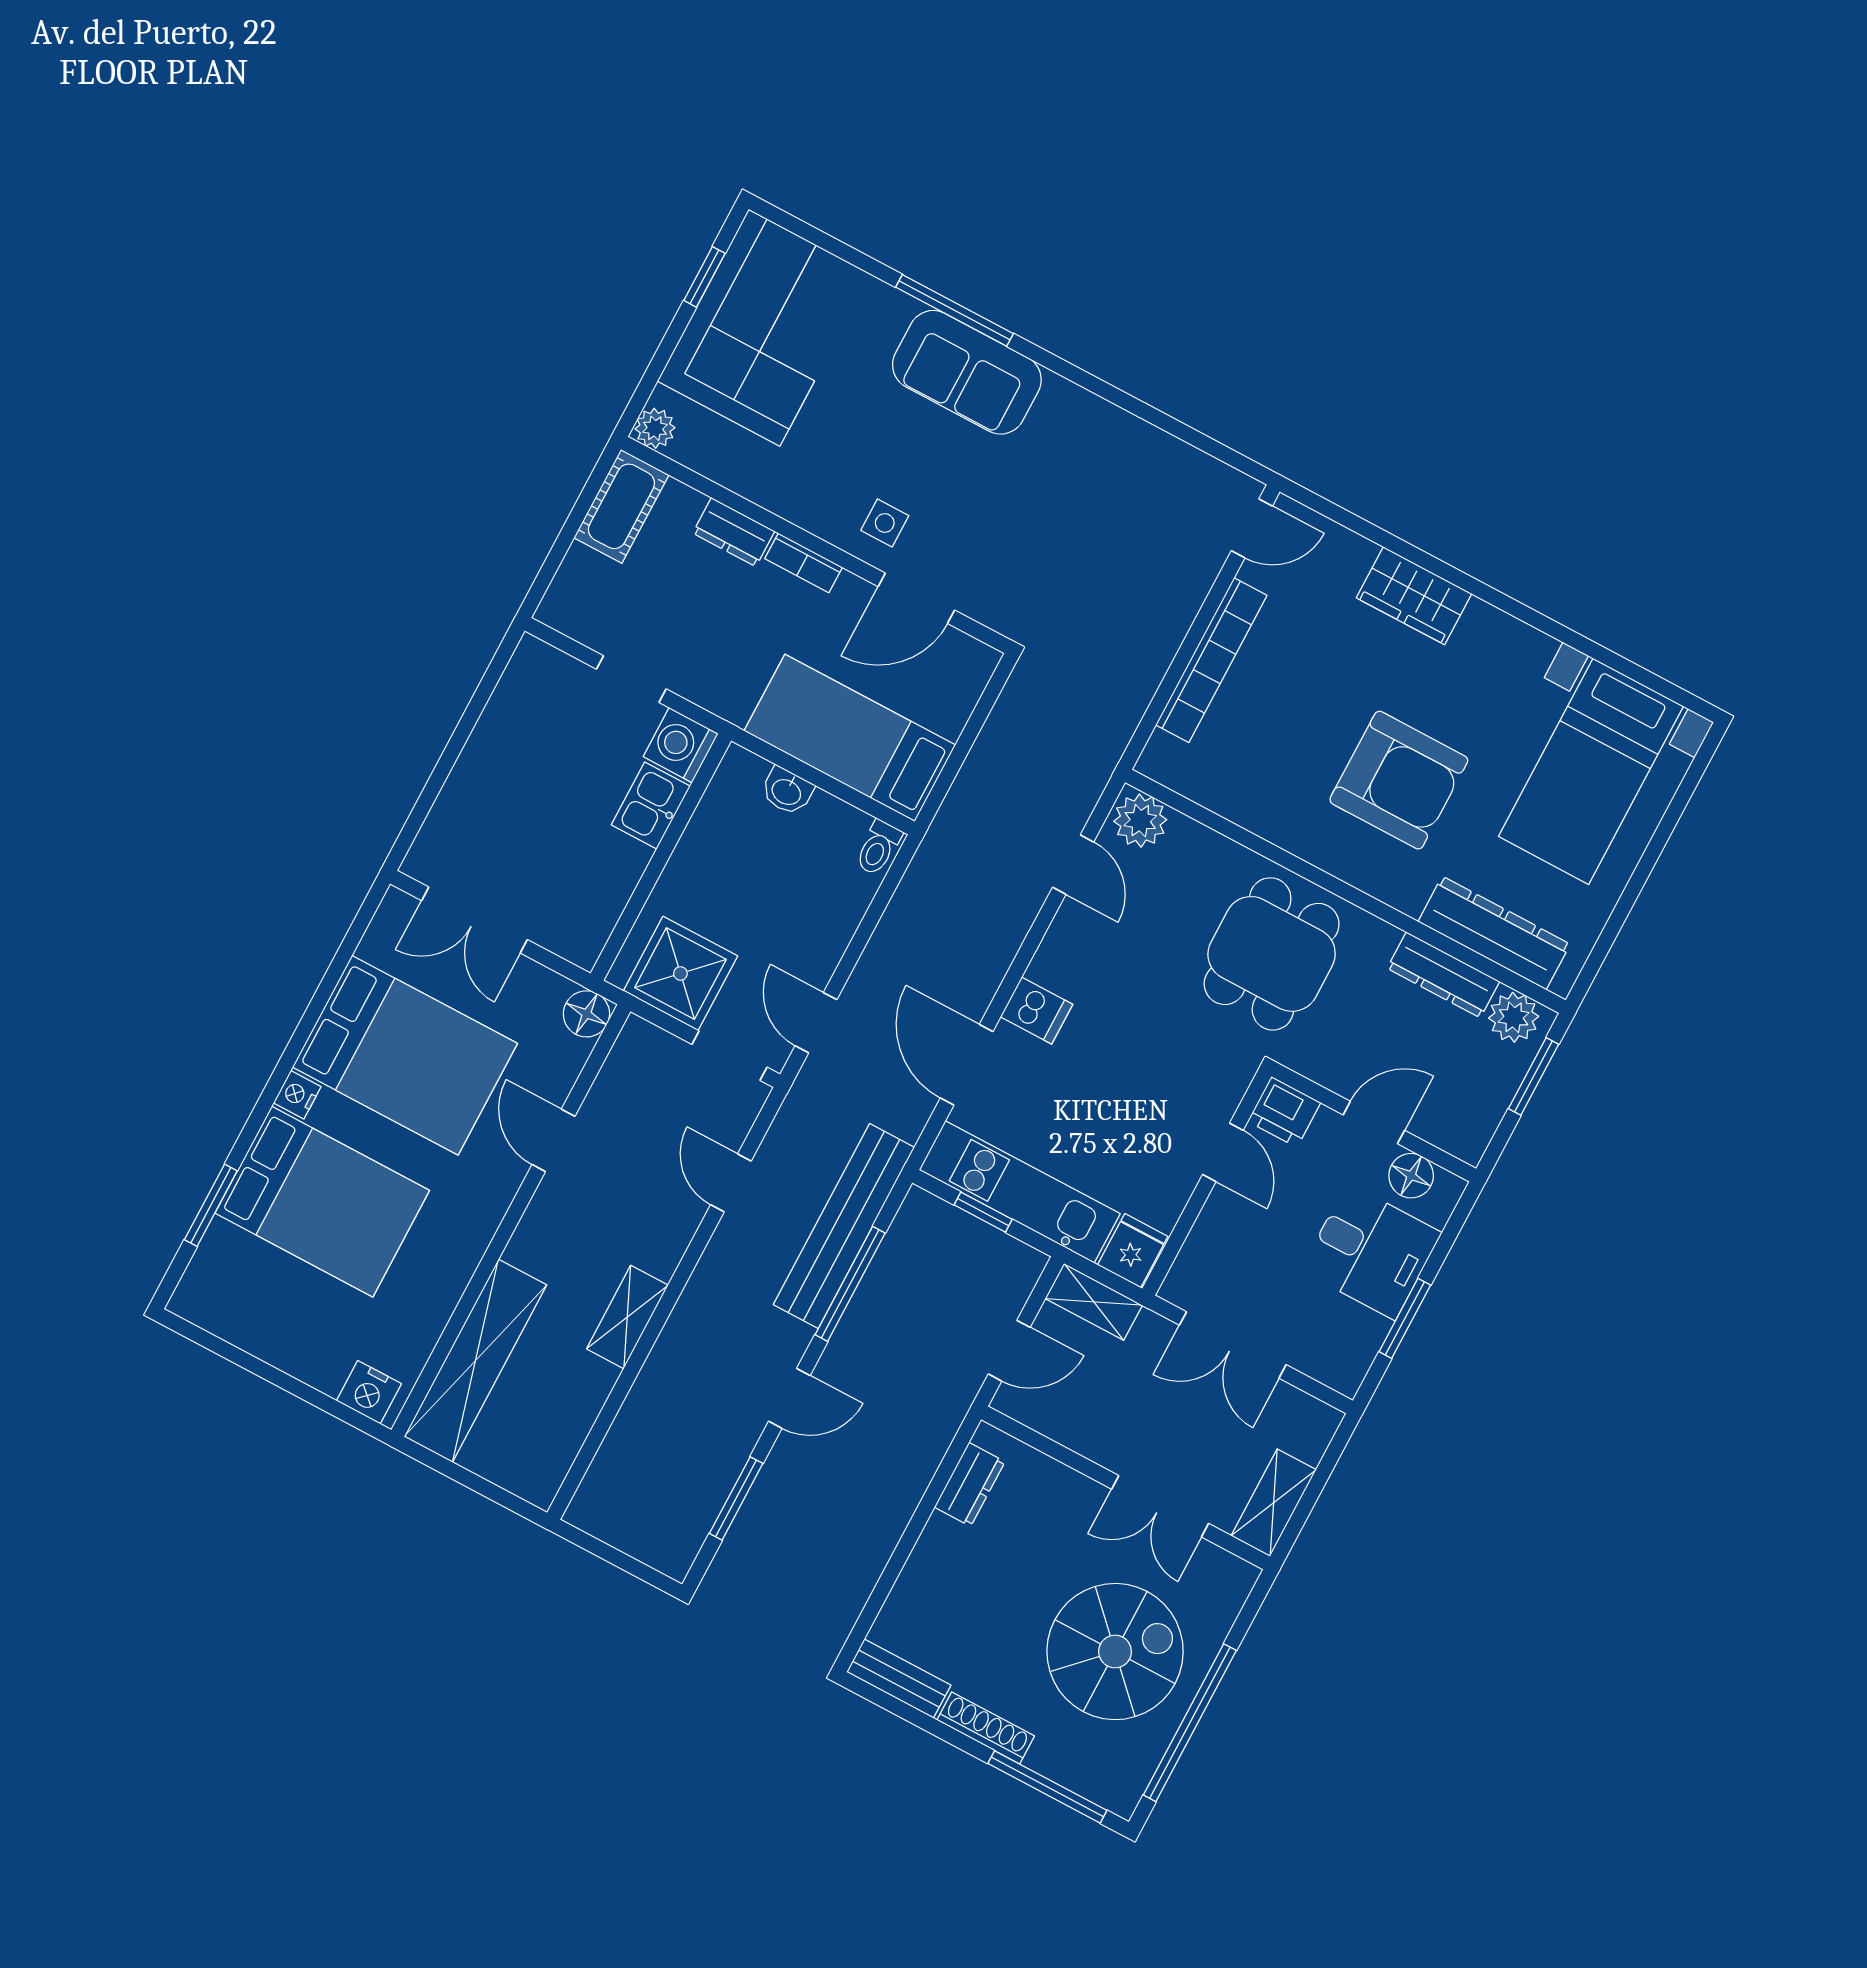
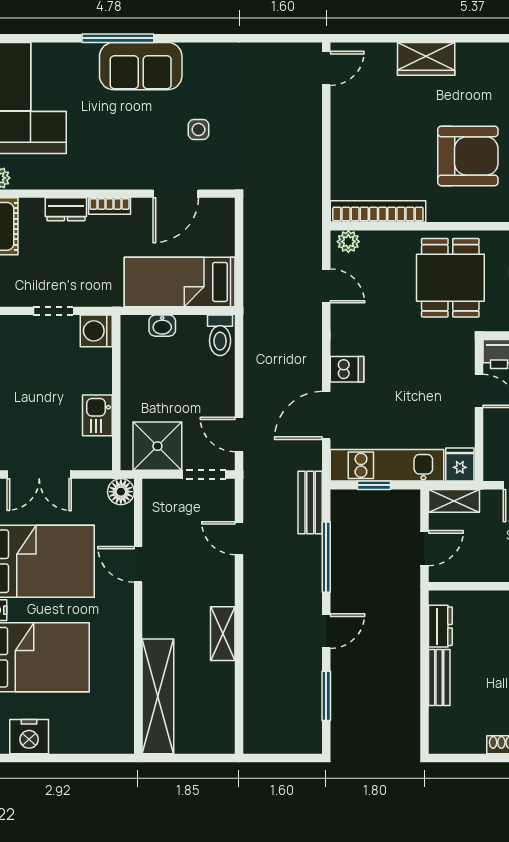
side table: (885, 523) -> (199, 130), moved
bookcase: (1211, 660) -> (378, 211), moved, turned -90
kitchen sink: (651, 806) -> (97, 415), moved
plant: (1140, 821) -> (348, 242), width x0.73, depth x0.73
toilet: (878, 848) -> (220, 335), width x1.37, depth x1.39
door: (967, 1065) -> (326, 415), hinge flipped
bench: (844, 1226) -> (310, 503), width x0.54, depth x0.82
nightstand: (369, 1392) -> (29, 737), moved, width x1.36, depth x1.33
bench: (899, 1679) -> (439, 677), moved, turned 90

